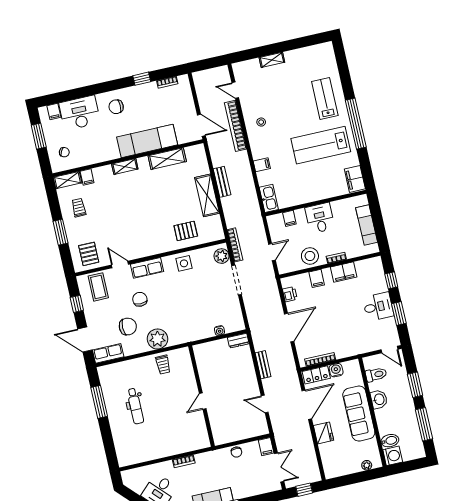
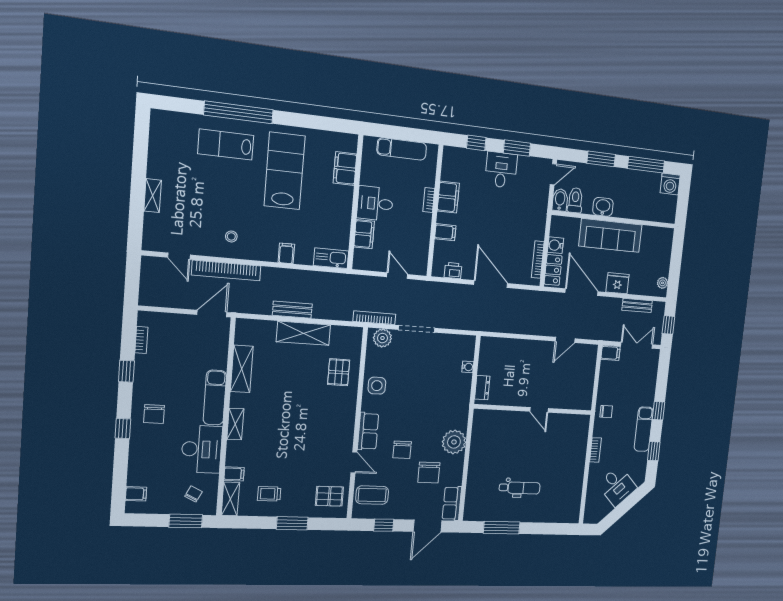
window: (99, 88) -> (123, 429), added
door: (235, 90) -> (179, 256), hinge flipped
desk: (80, 113) -> (202, 449), moved, turned 180
window: (356, 124) -> (239, 112), moved
window: (39, 136) -> (186, 521), moved
exam couch: (147, 141) -> (215, 398), width x0.73, depth x0.69
lab bench: (321, 145) -> (285, 171), turned 180
filing cabinet: (355, 179) -> (345, 169), moved, turned 90
filing cabinet: (289, 218) -> (364, 234), width x2.00
stool: (310, 256) -> (416, 231), removed
door: (120, 265) -> (354, 462), swing flipped
chair: (140, 299) -> (402, 450), turned -90
chair: (128, 327) -> (429, 473), turned 180
dresser: (238, 341) -> (482, 388), moved
trolley: (163, 365) -> (485, 444), removed
bench: (263, 365) -> (637, 305), moved
bidet: (390, 441) -> (560, 200), moved
chair: (236, 452) -> (606, 412), moved
washing machine: (393, 456) -> (670, 184), moved, turned 180
plant: (367, 465) -> (663, 283), moved

